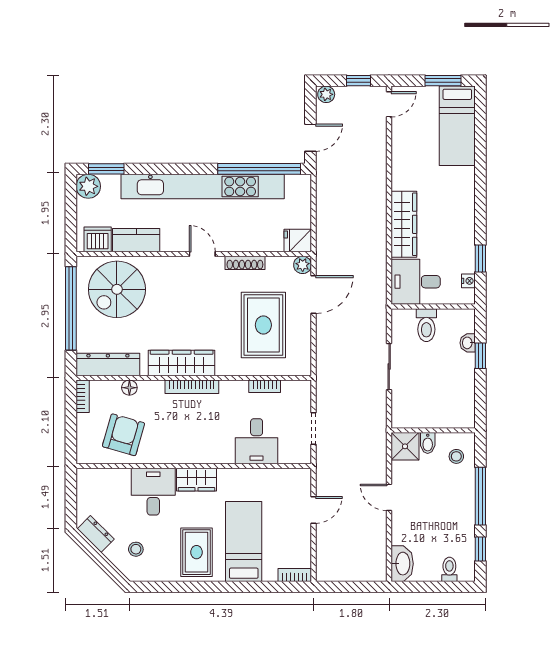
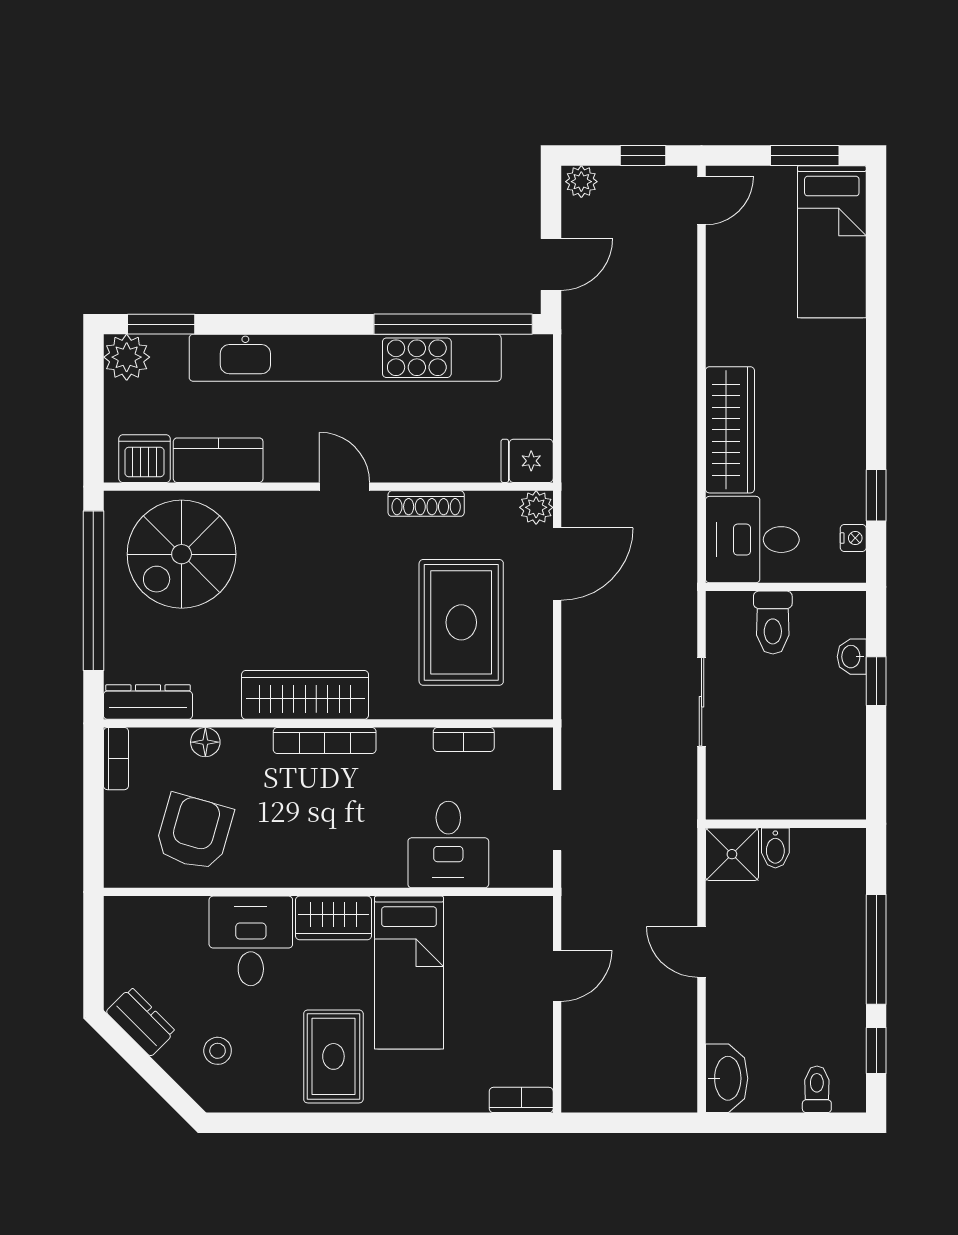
dresser: (108, 364) -> (148, 702), width x0.73, depth x0.80
stool: (456, 456) -> (830, 873), removed
bed: (244, 542) -> (409, 973), moved, turned 180

